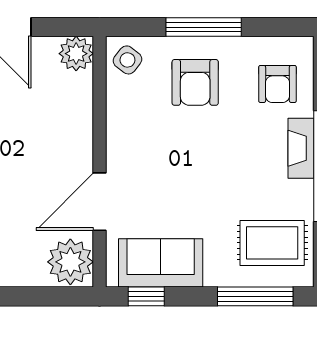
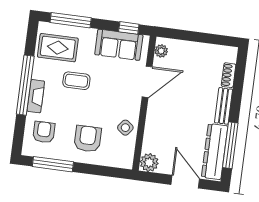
window: (204, 27) -> (53, 164), moved
side table: (127, 60) -> (125, 128), moved
coffee table: (230, 187) -> (76, 81), added
plant: (70, 262) -> (161, 51), width x0.53, depth x0.53

